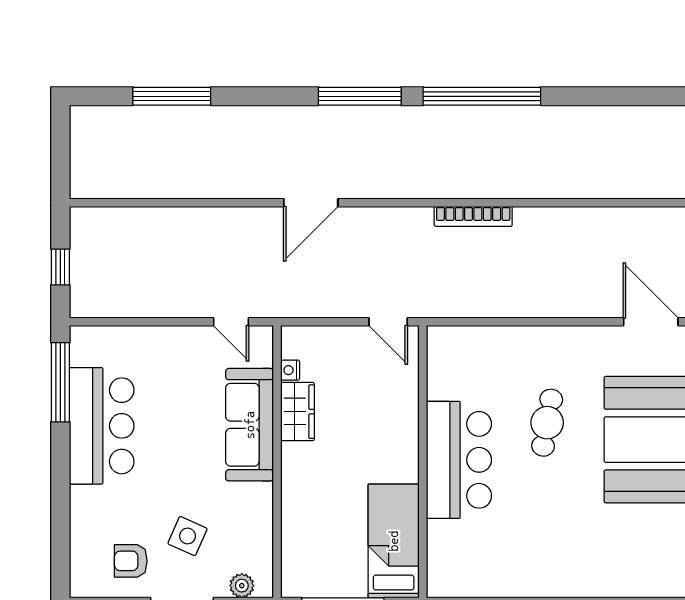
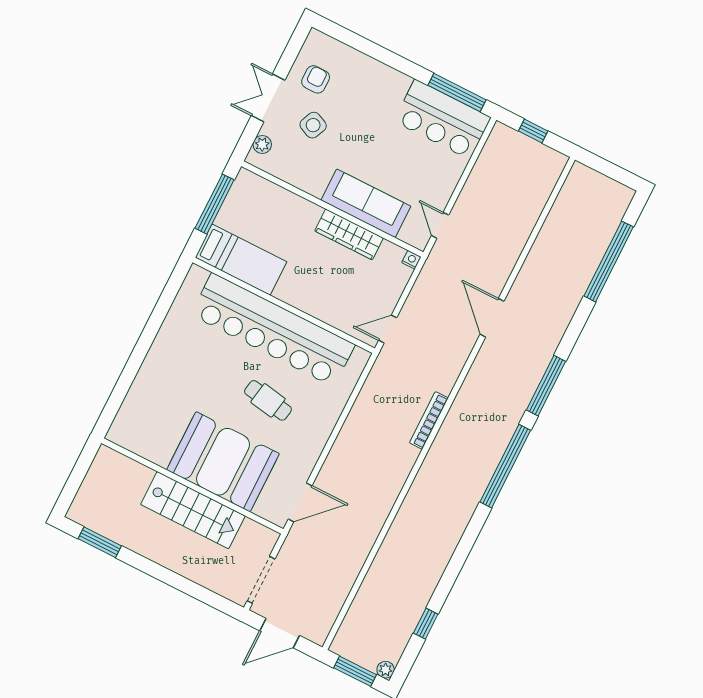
window: (172, 96) -> (609, 261), width x1.46
door: (231, 322) -> (440, 225), hinge flipped
nightstand: (290, 370) -> (411, 260), moved
wardrobe: (297, 412) -> (349, 234), width x1.50
bar counter: (102, 426) -> (442, 119), moved
bar counter: (459, 460) -> (273, 330), width x1.86

